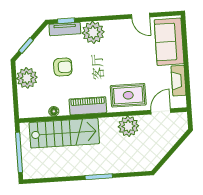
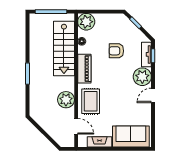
door: (141, 16) -> (153, 95), moved
armchair: (63, 67) -> (116, 51), turned 90
plant: (27, 78) -> (86, 22), moved

